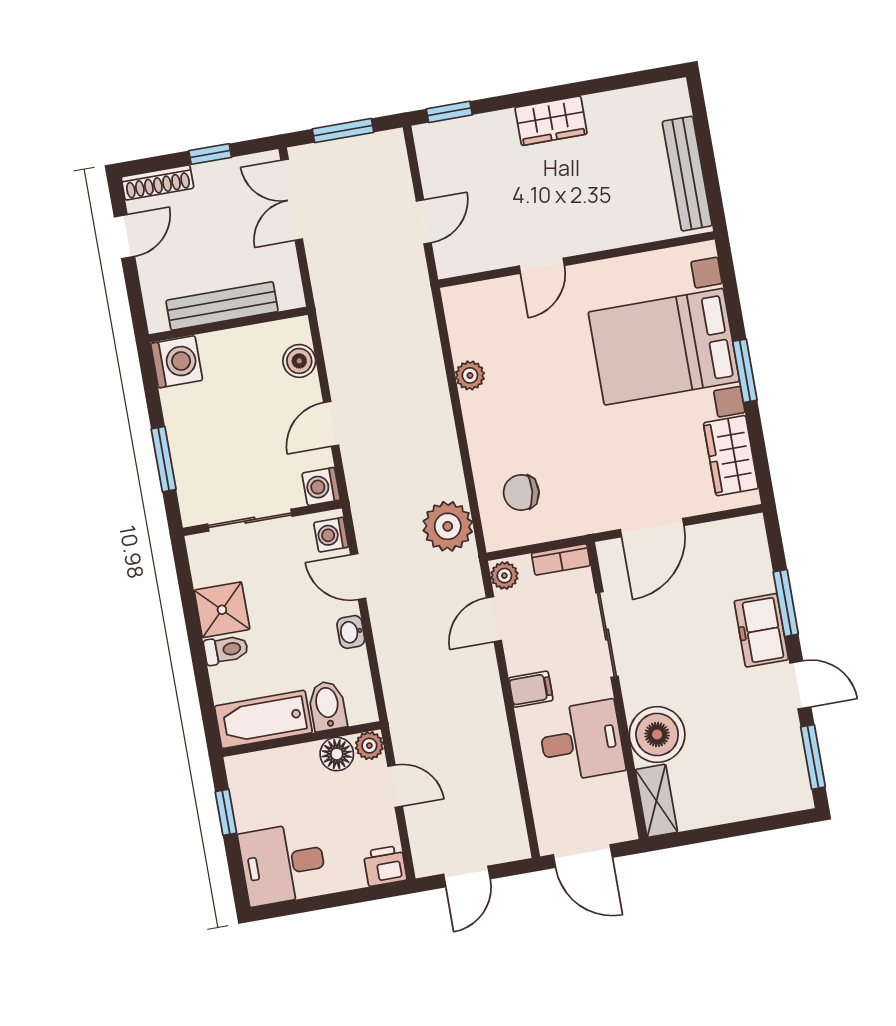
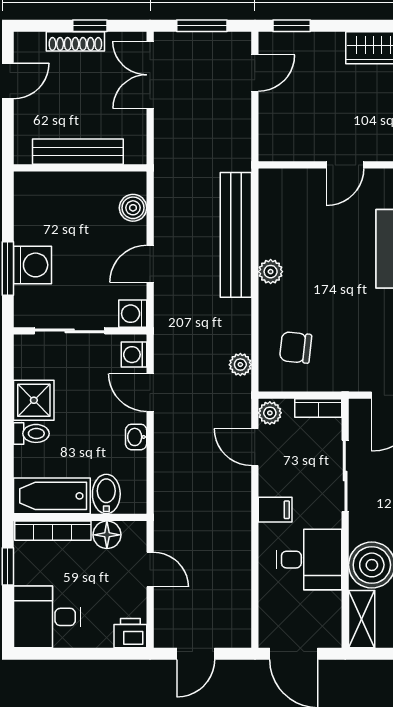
shoe rack: (157, 182) -> (75, 41), moved
door: (424, 222) -> (255, 73), moved
washing machine: (177, 362) -> (33, 265), moved
bench: (427, 372) -> (236, 235), added
plant: (470, 375) -> (271, 272), moved
plant: (448, 526) -> (240, 365), width x0.53, depth x0.53
door: (494, 619) -> (255, 447), hinge flipped
plant: (369, 746) -> (135, 533), removed
bookcase: (272, 760) -> (53, 531), added

